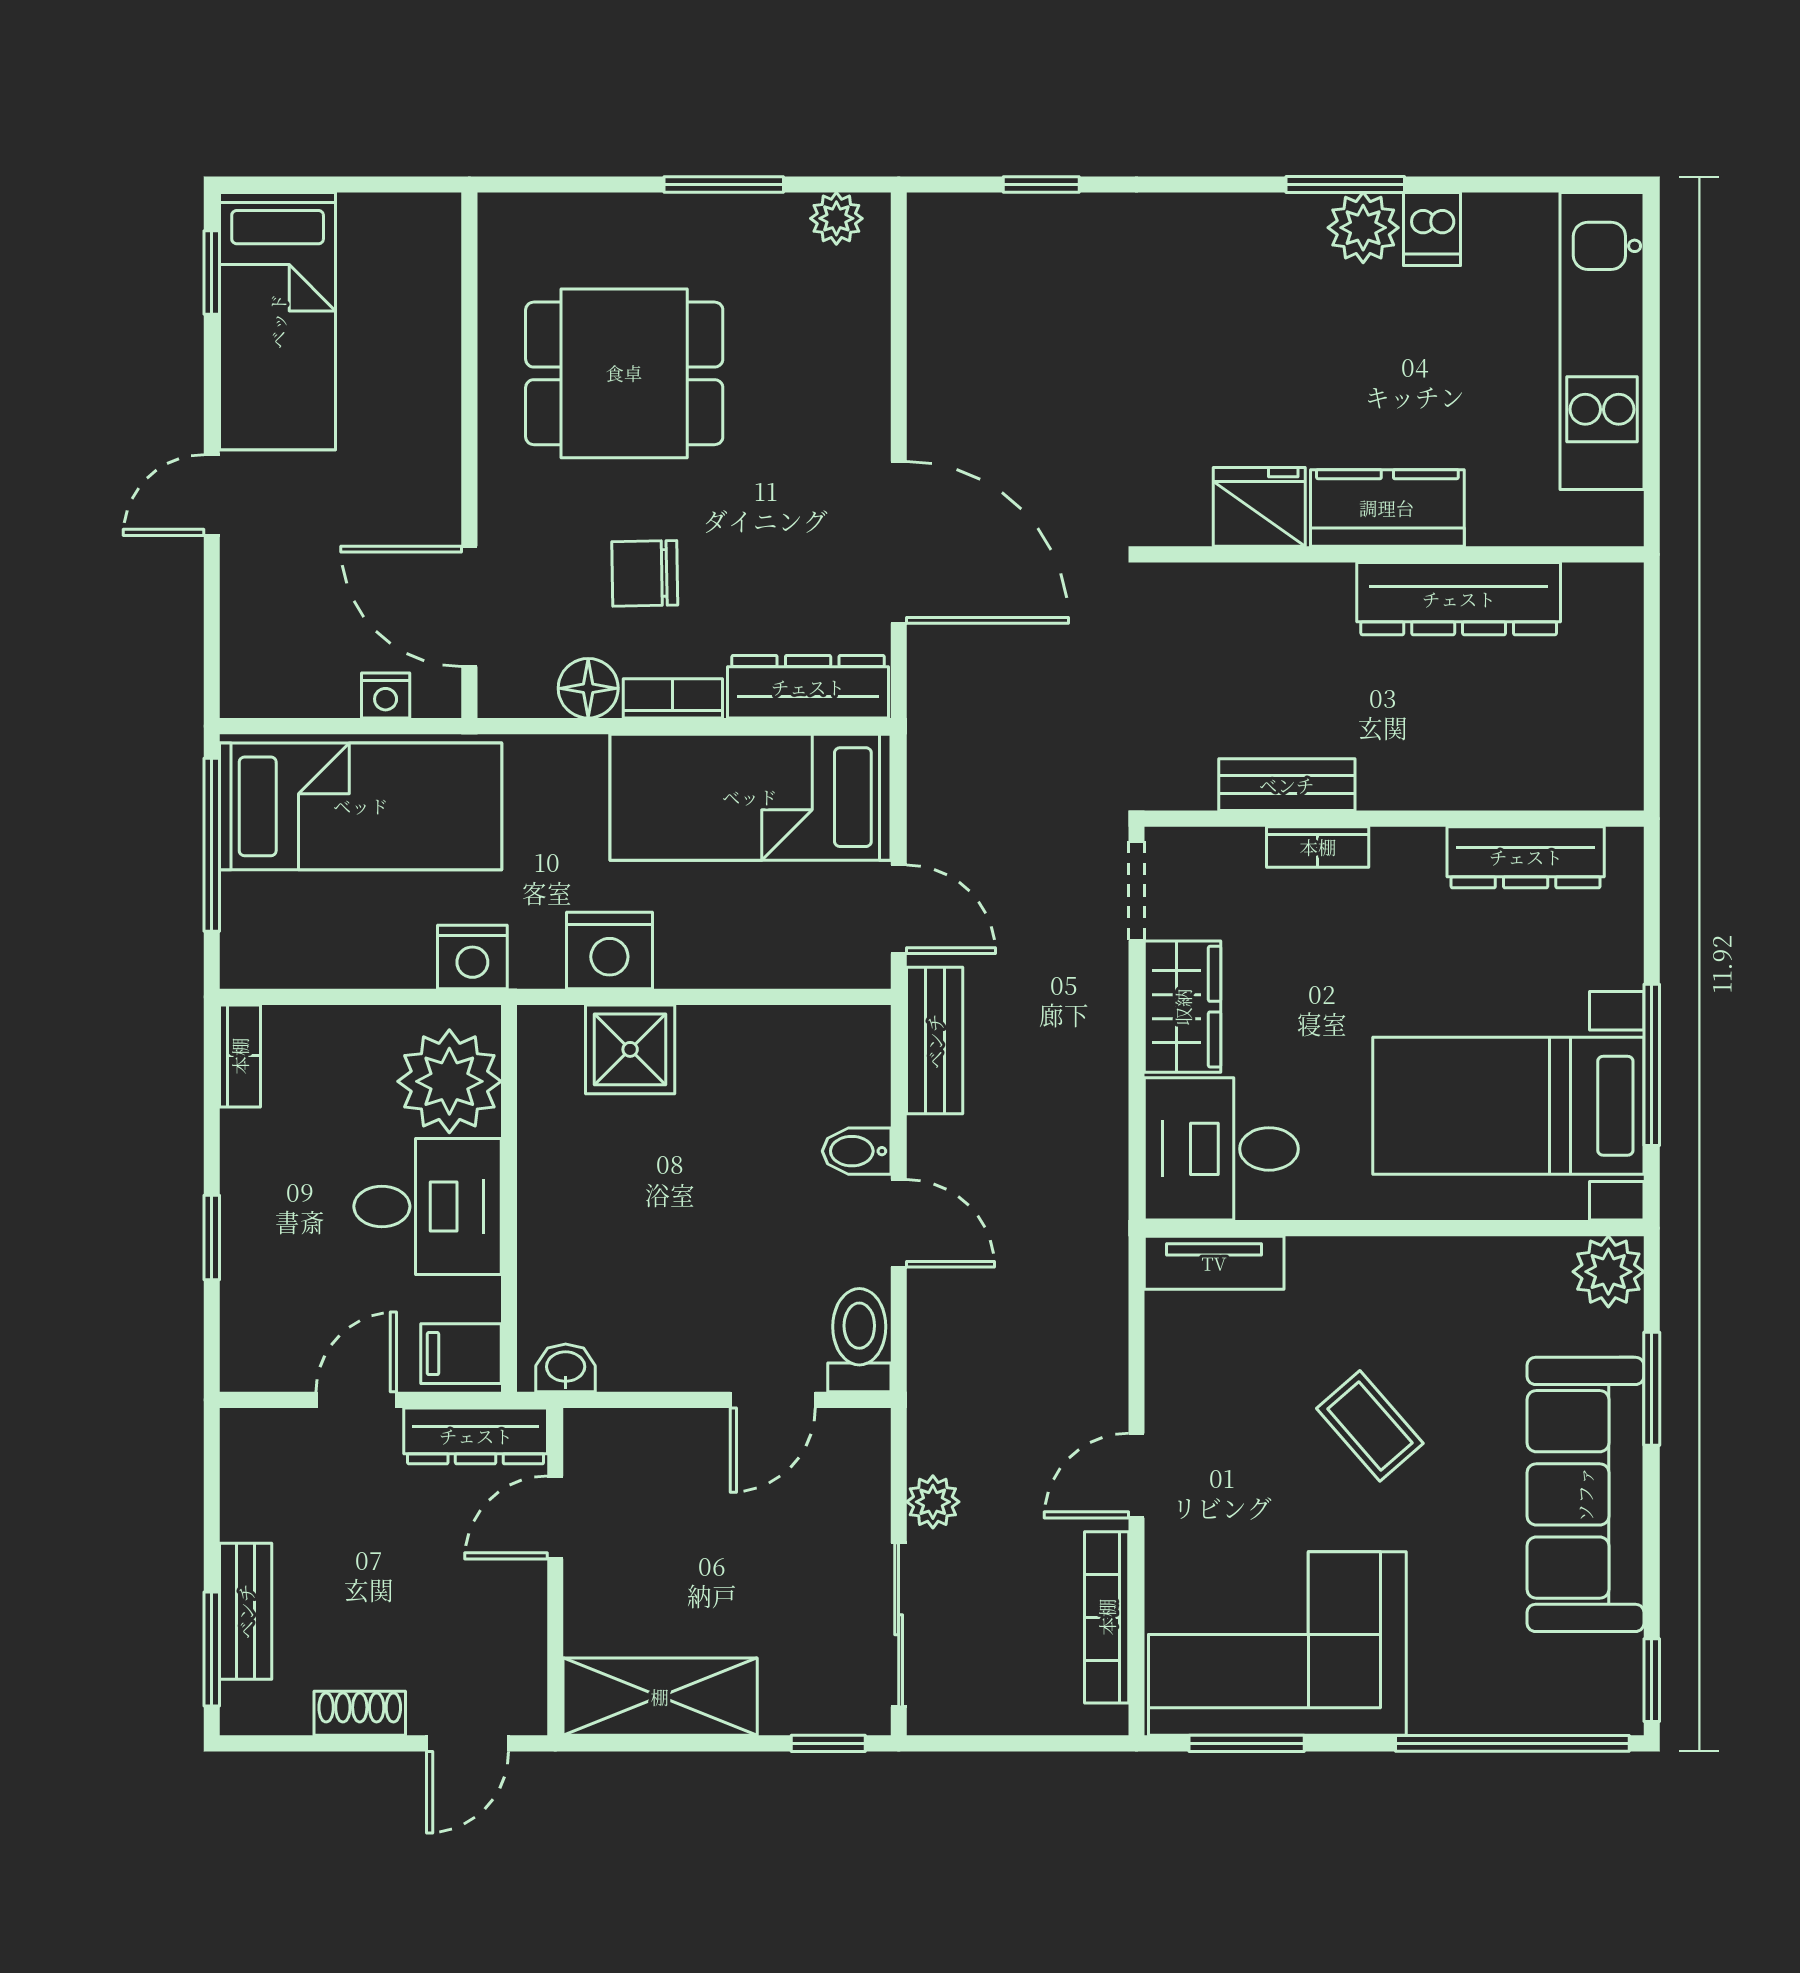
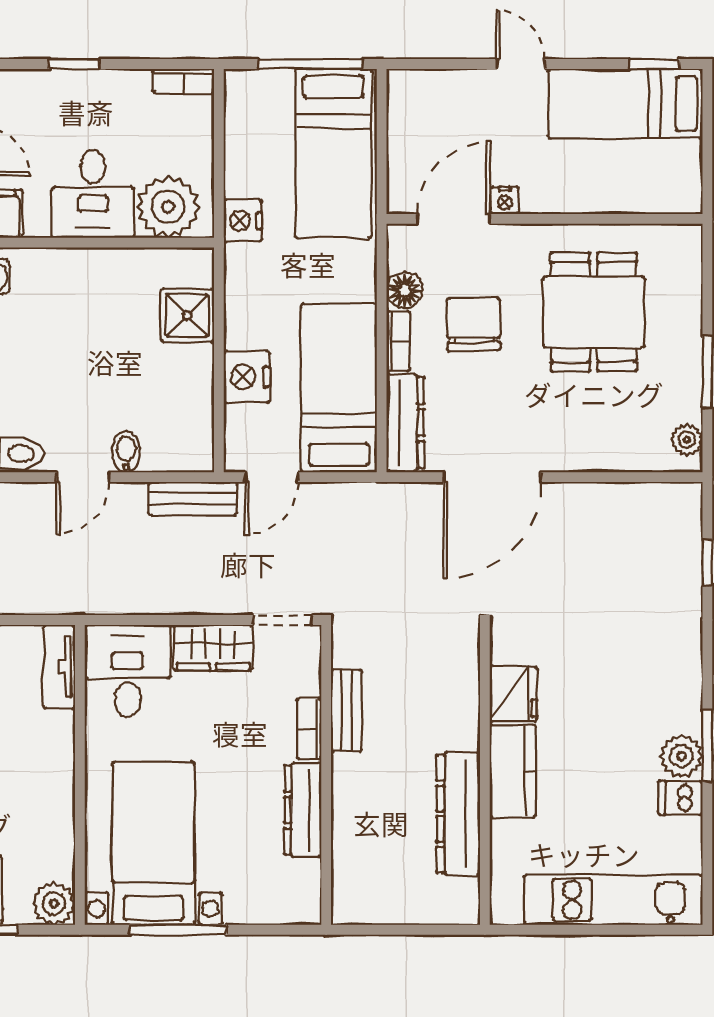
chair: (645, 573) -> (474, 324), width x1.37, depth x1.37
nightstand: (386, 696) -> (505, 201), moved, turned -90
dresser: (1526, 857) -> (303, 810), moved
nightstand: (609, 951) -> (247, 377), moved

